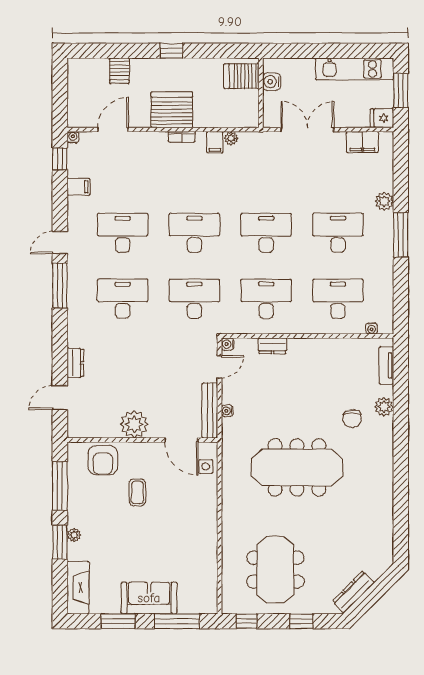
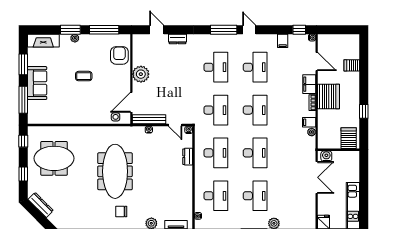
window: (171, 51) -> (364, 111), moved
water cooler: (272, 82) -> (326, 156), moved
filing cabinet: (362, 142) -> (309, 84), moved
chair: (352, 419) -> (121, 211), moved
armchair: (103, 460) -> (119, 55), turned 90
coffee table: (137, 492) -> (84, 76), moved

